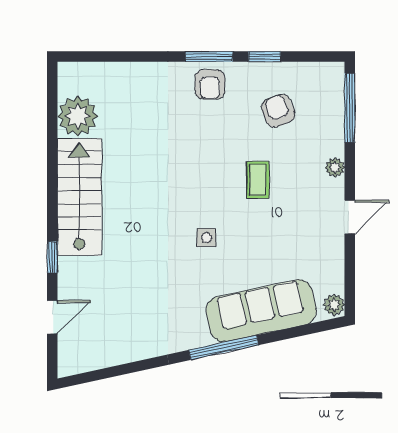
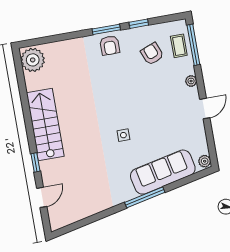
plant: (78, 116) -> (33, 60), moved
coffee table: (258, 180) -> (179, 46), moved

